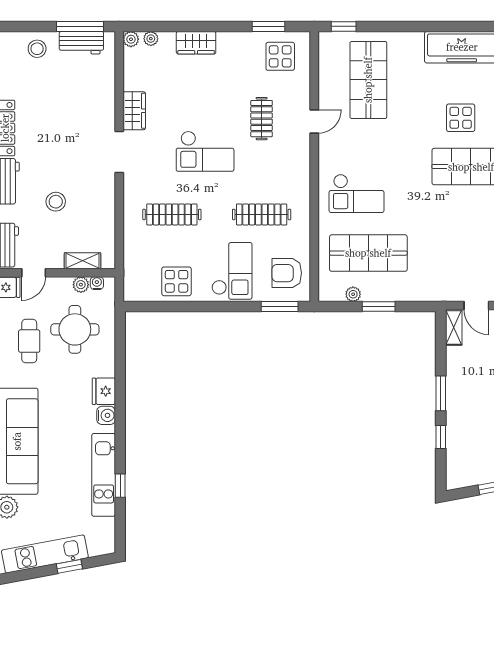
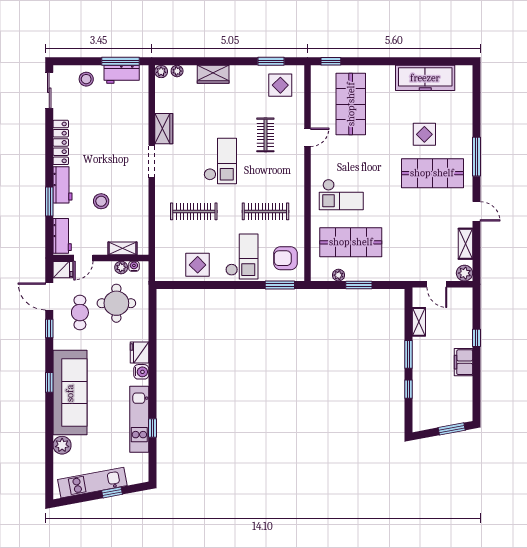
checkout: (205, 151) -> (220, 161), turned -90
shelving: (454, 327) -> (419, 322), moved

